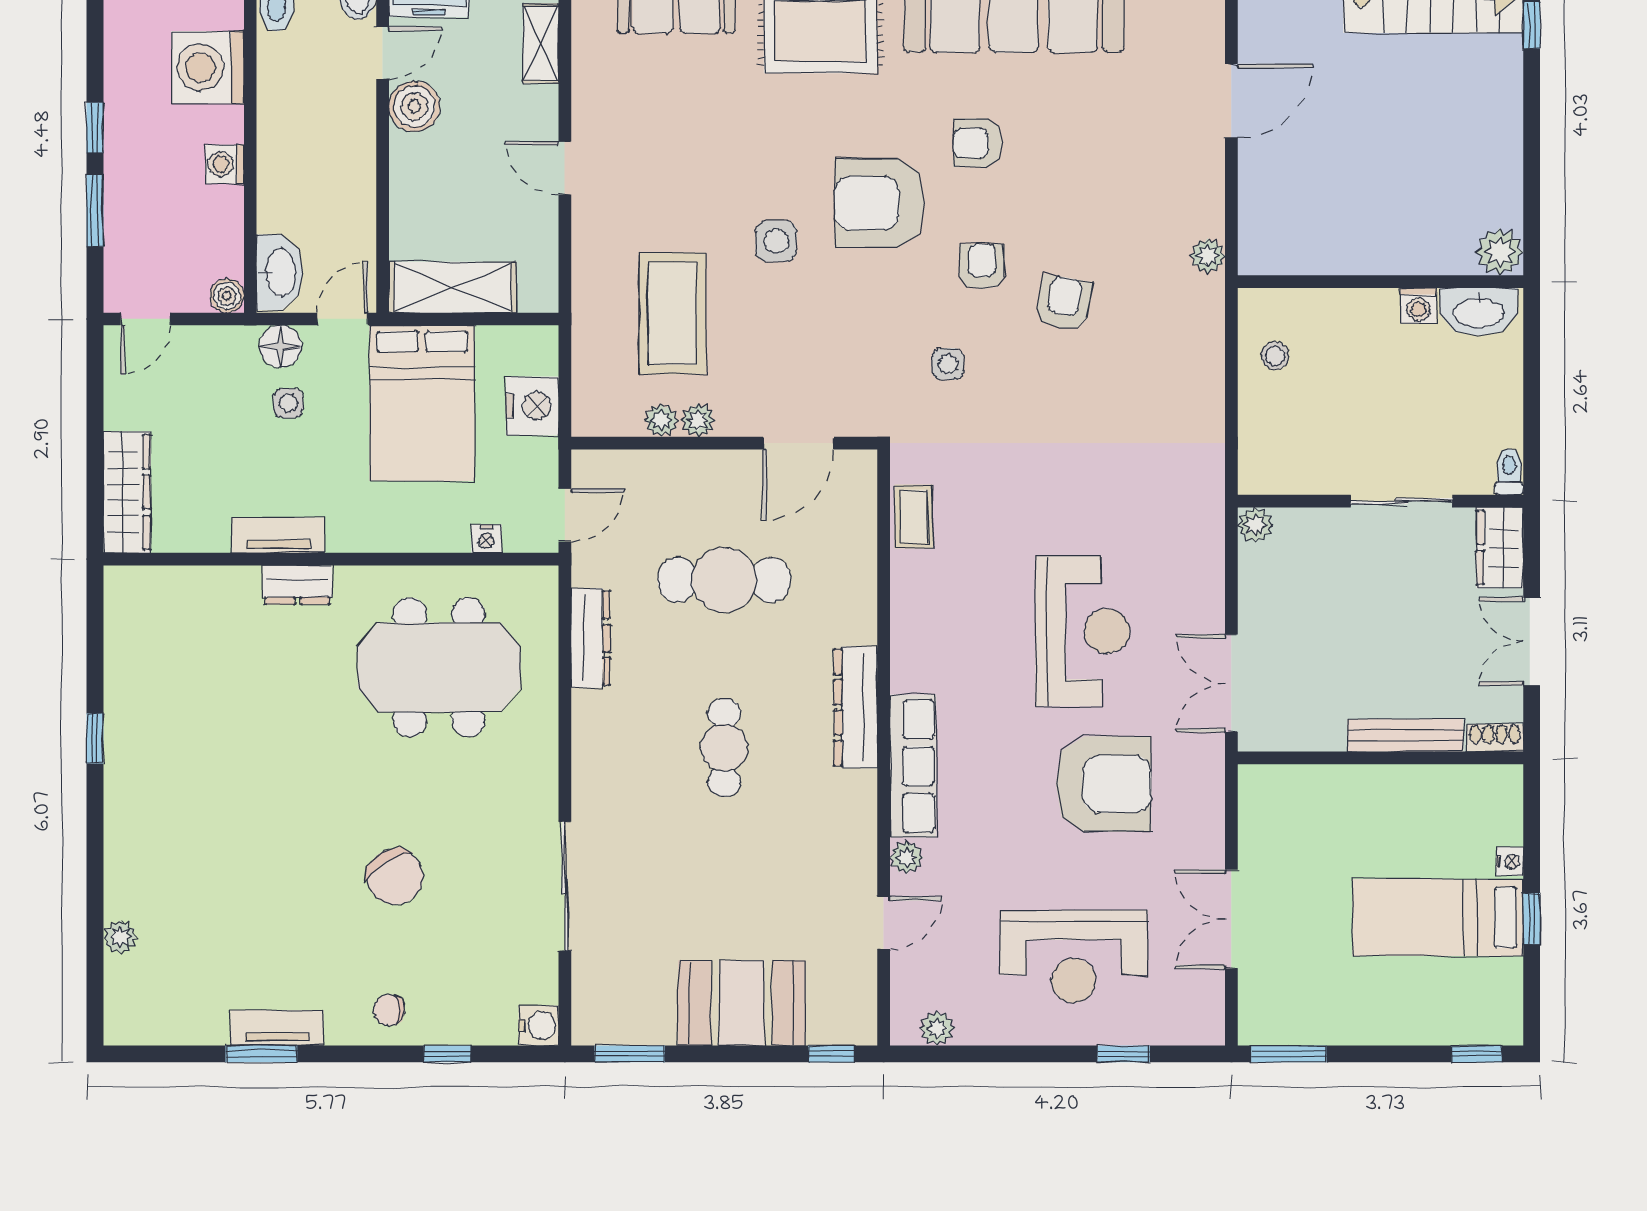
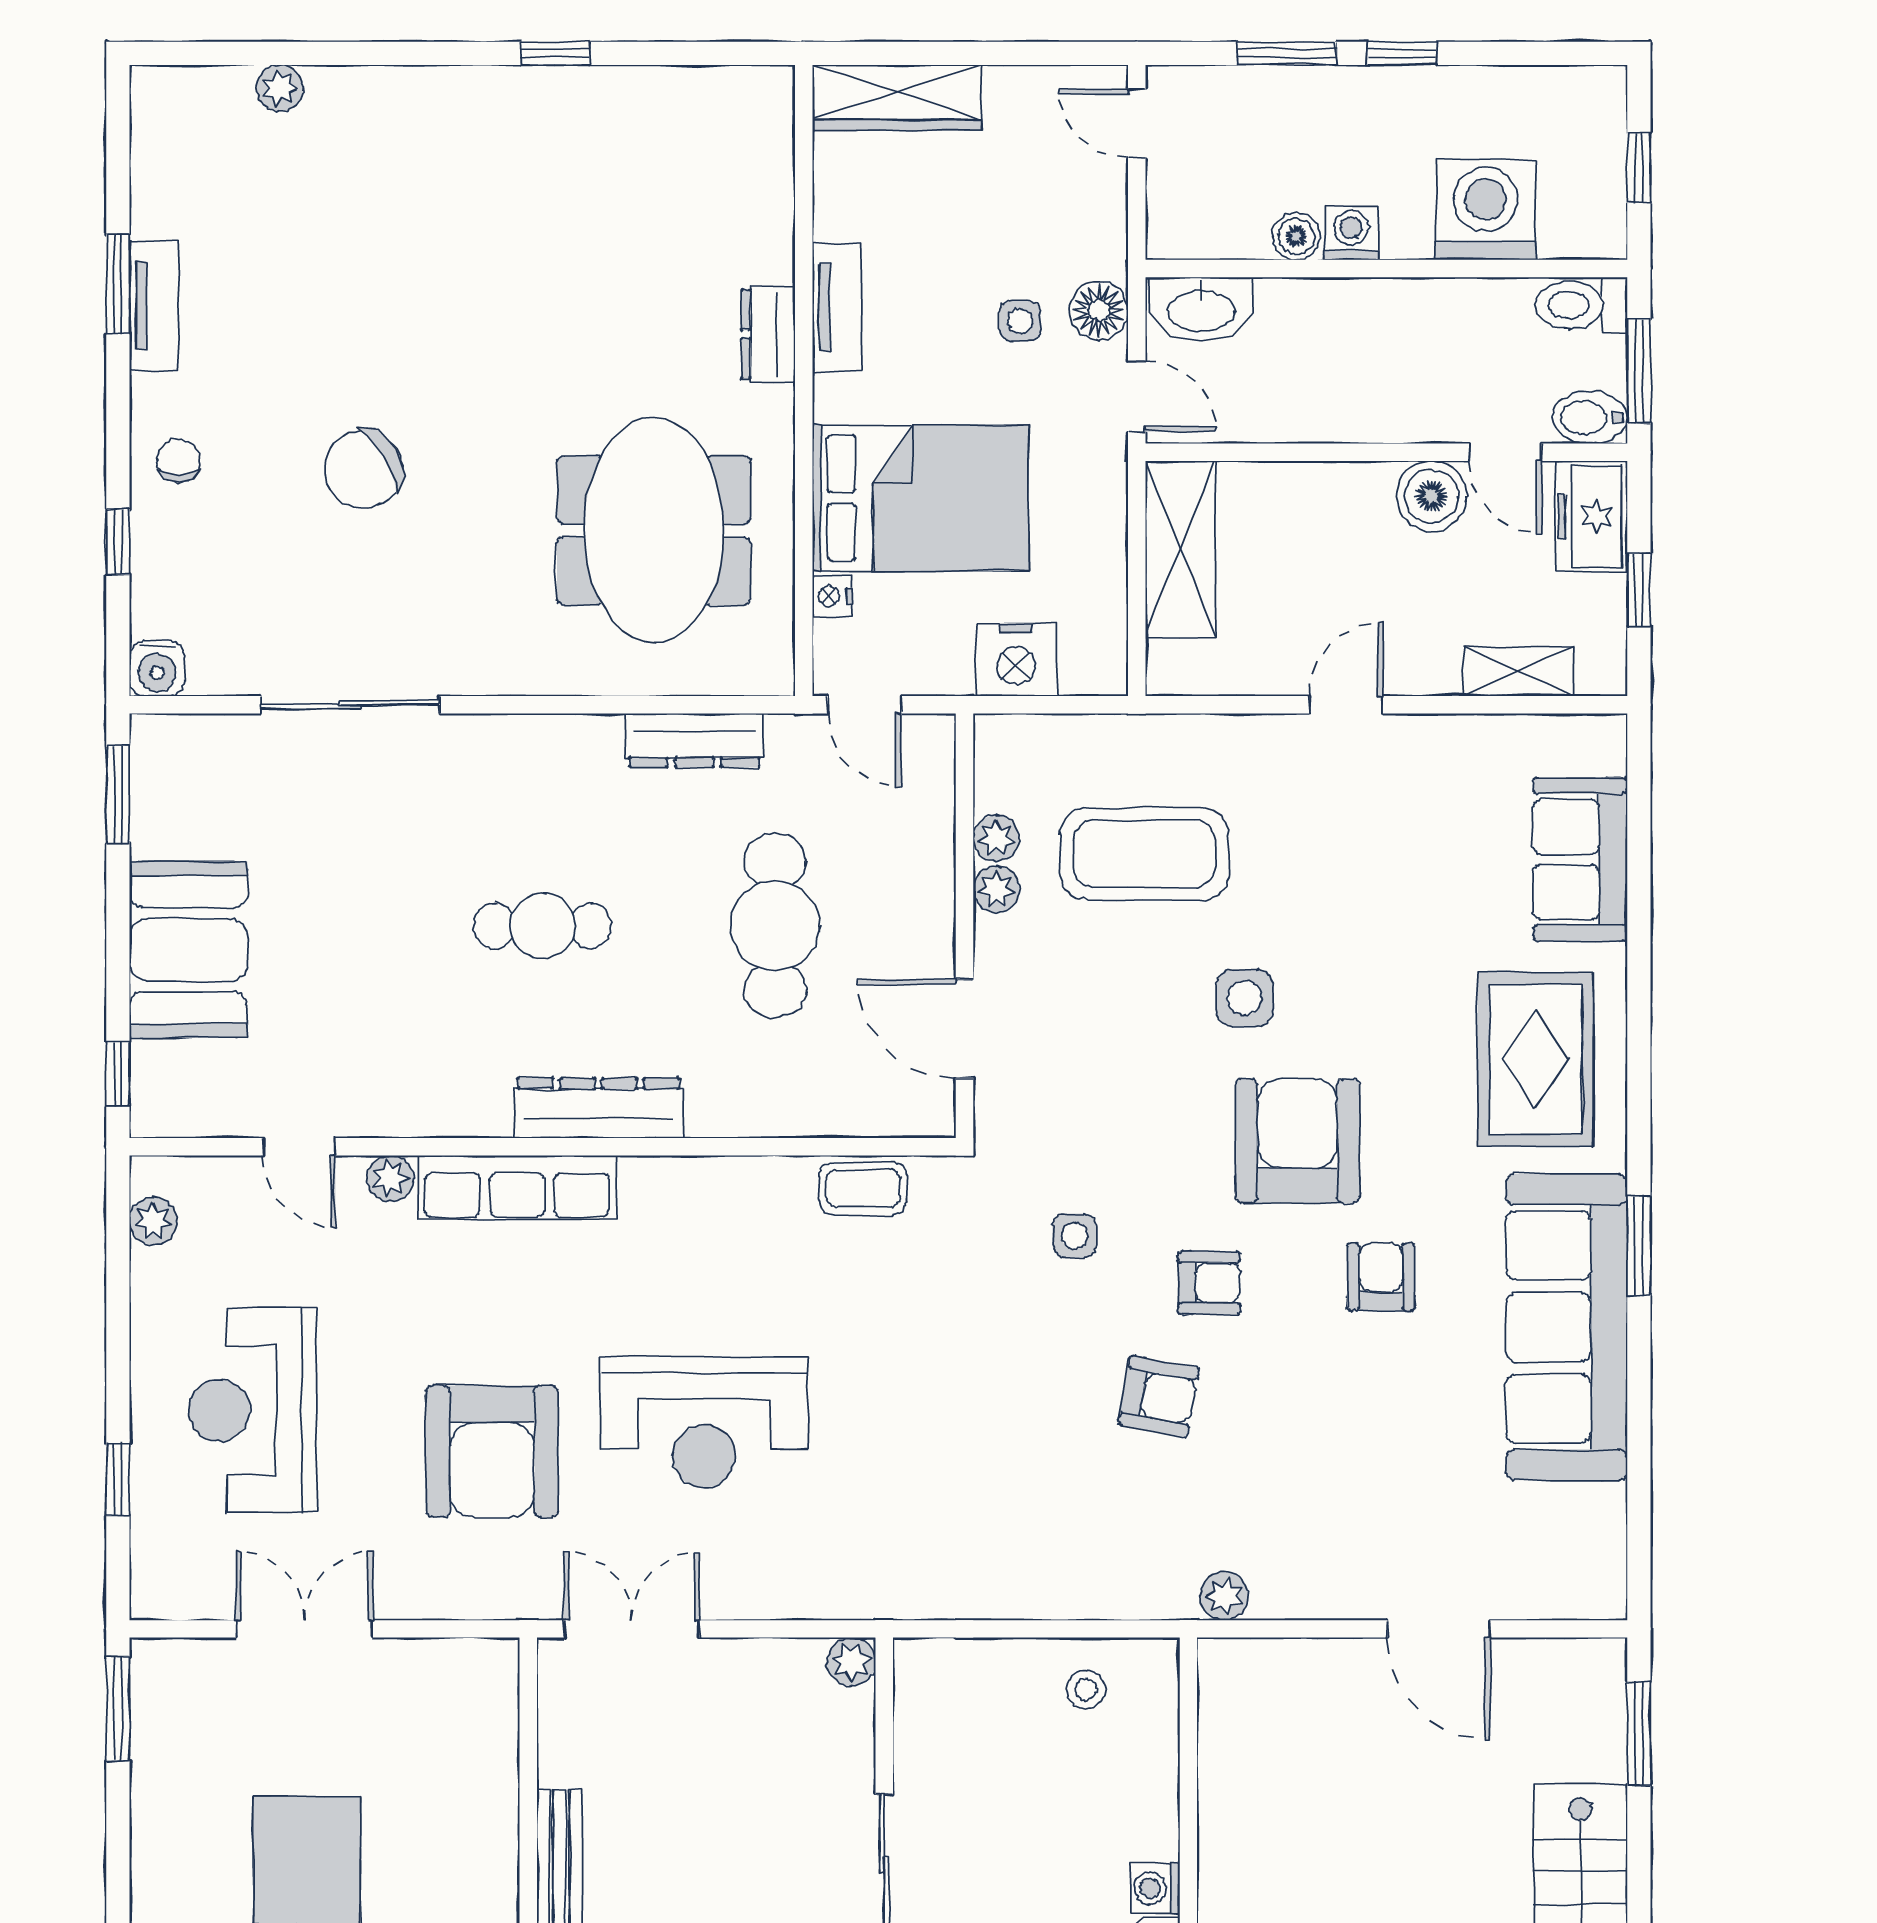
boiler: (227, 296) -> (1296, 236), moved
bed: (422, 403) -> (920, 498), moved, turned 180

